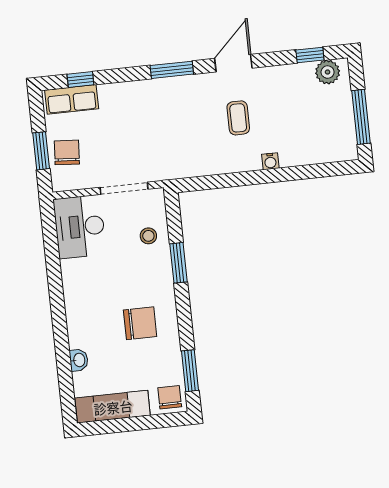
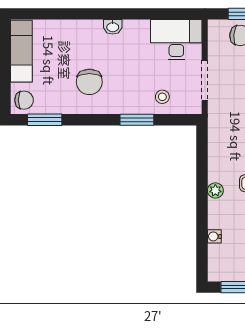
water cooler: (270, 161) -> (214, 236), moved
plant: (251, 162) -> (215, 190), added
washbasin: (79, 360) -> (113, 27), moved

